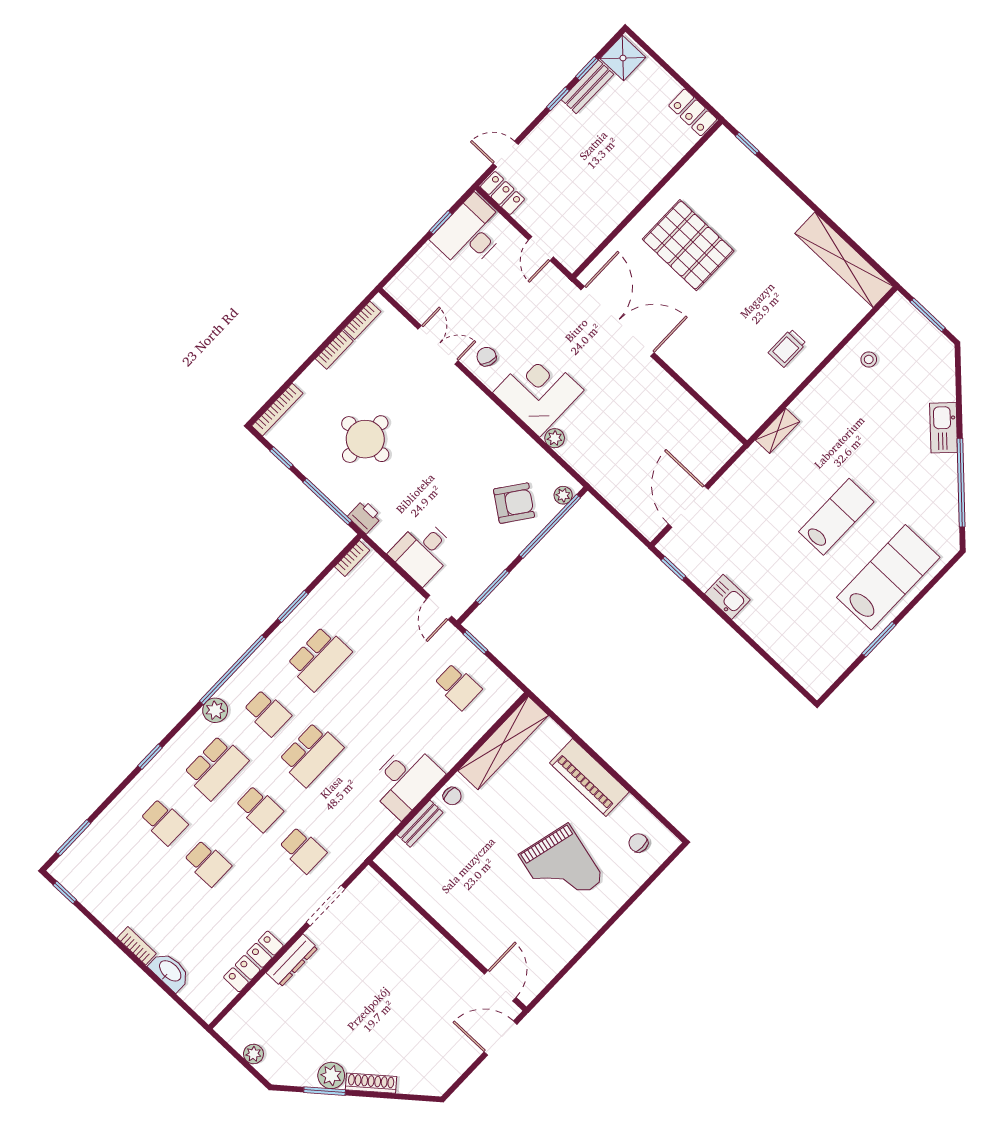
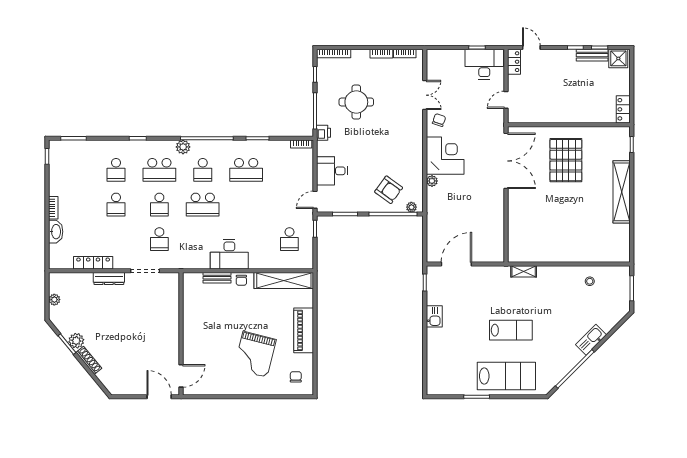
shelving: (844, 260) -> (622, 192), moved
trolley: (787, 348) -> (562, 243), removed

